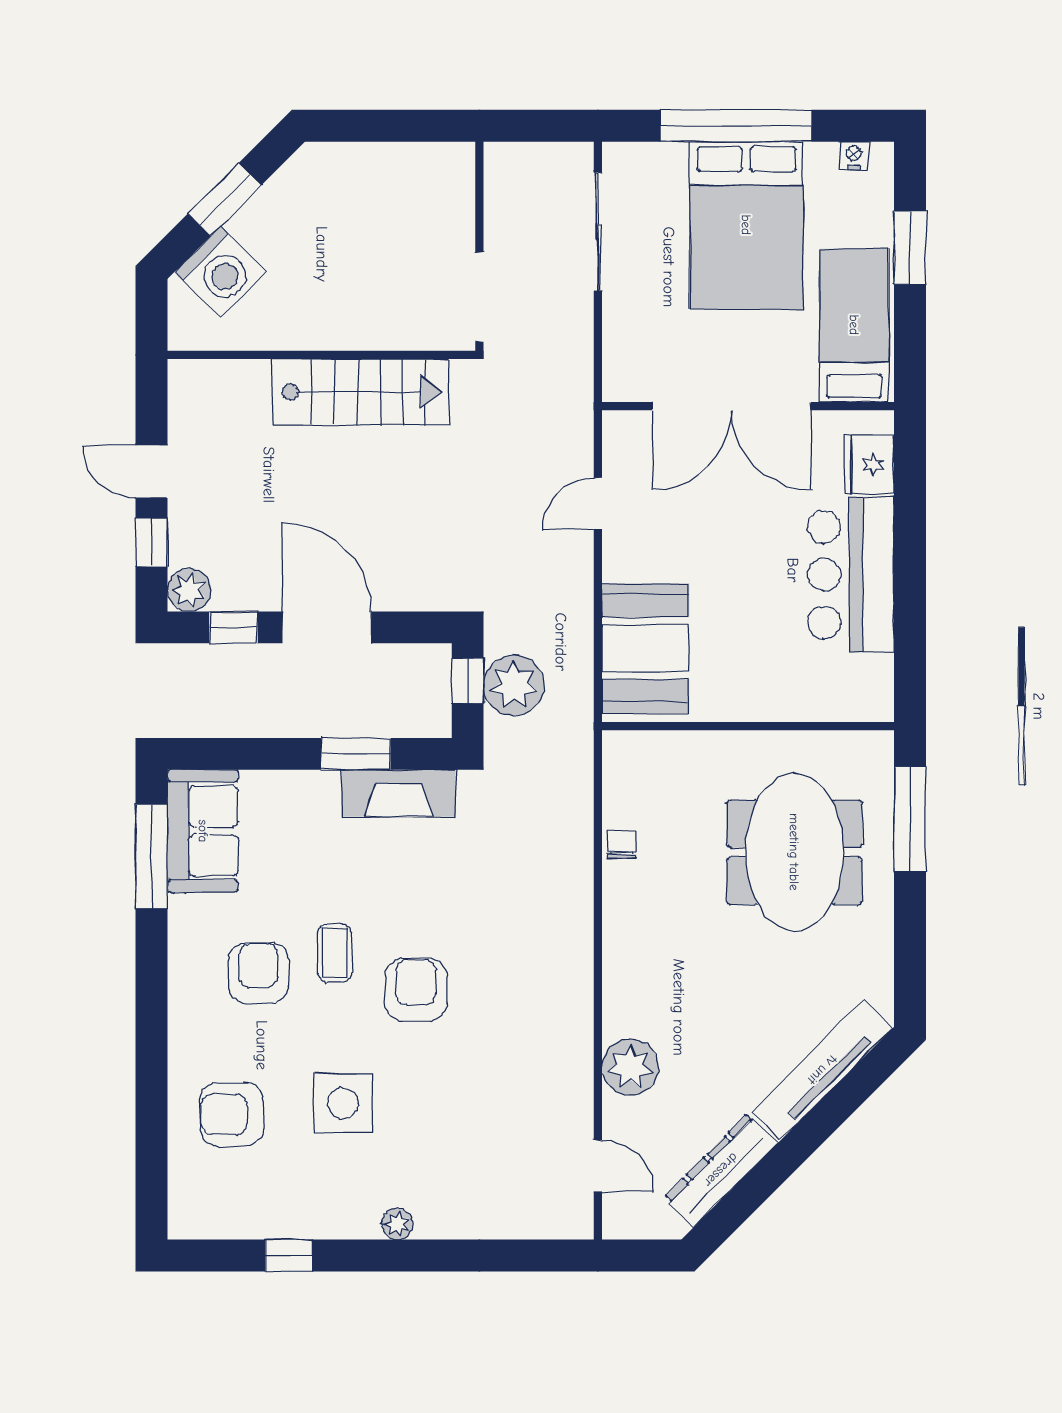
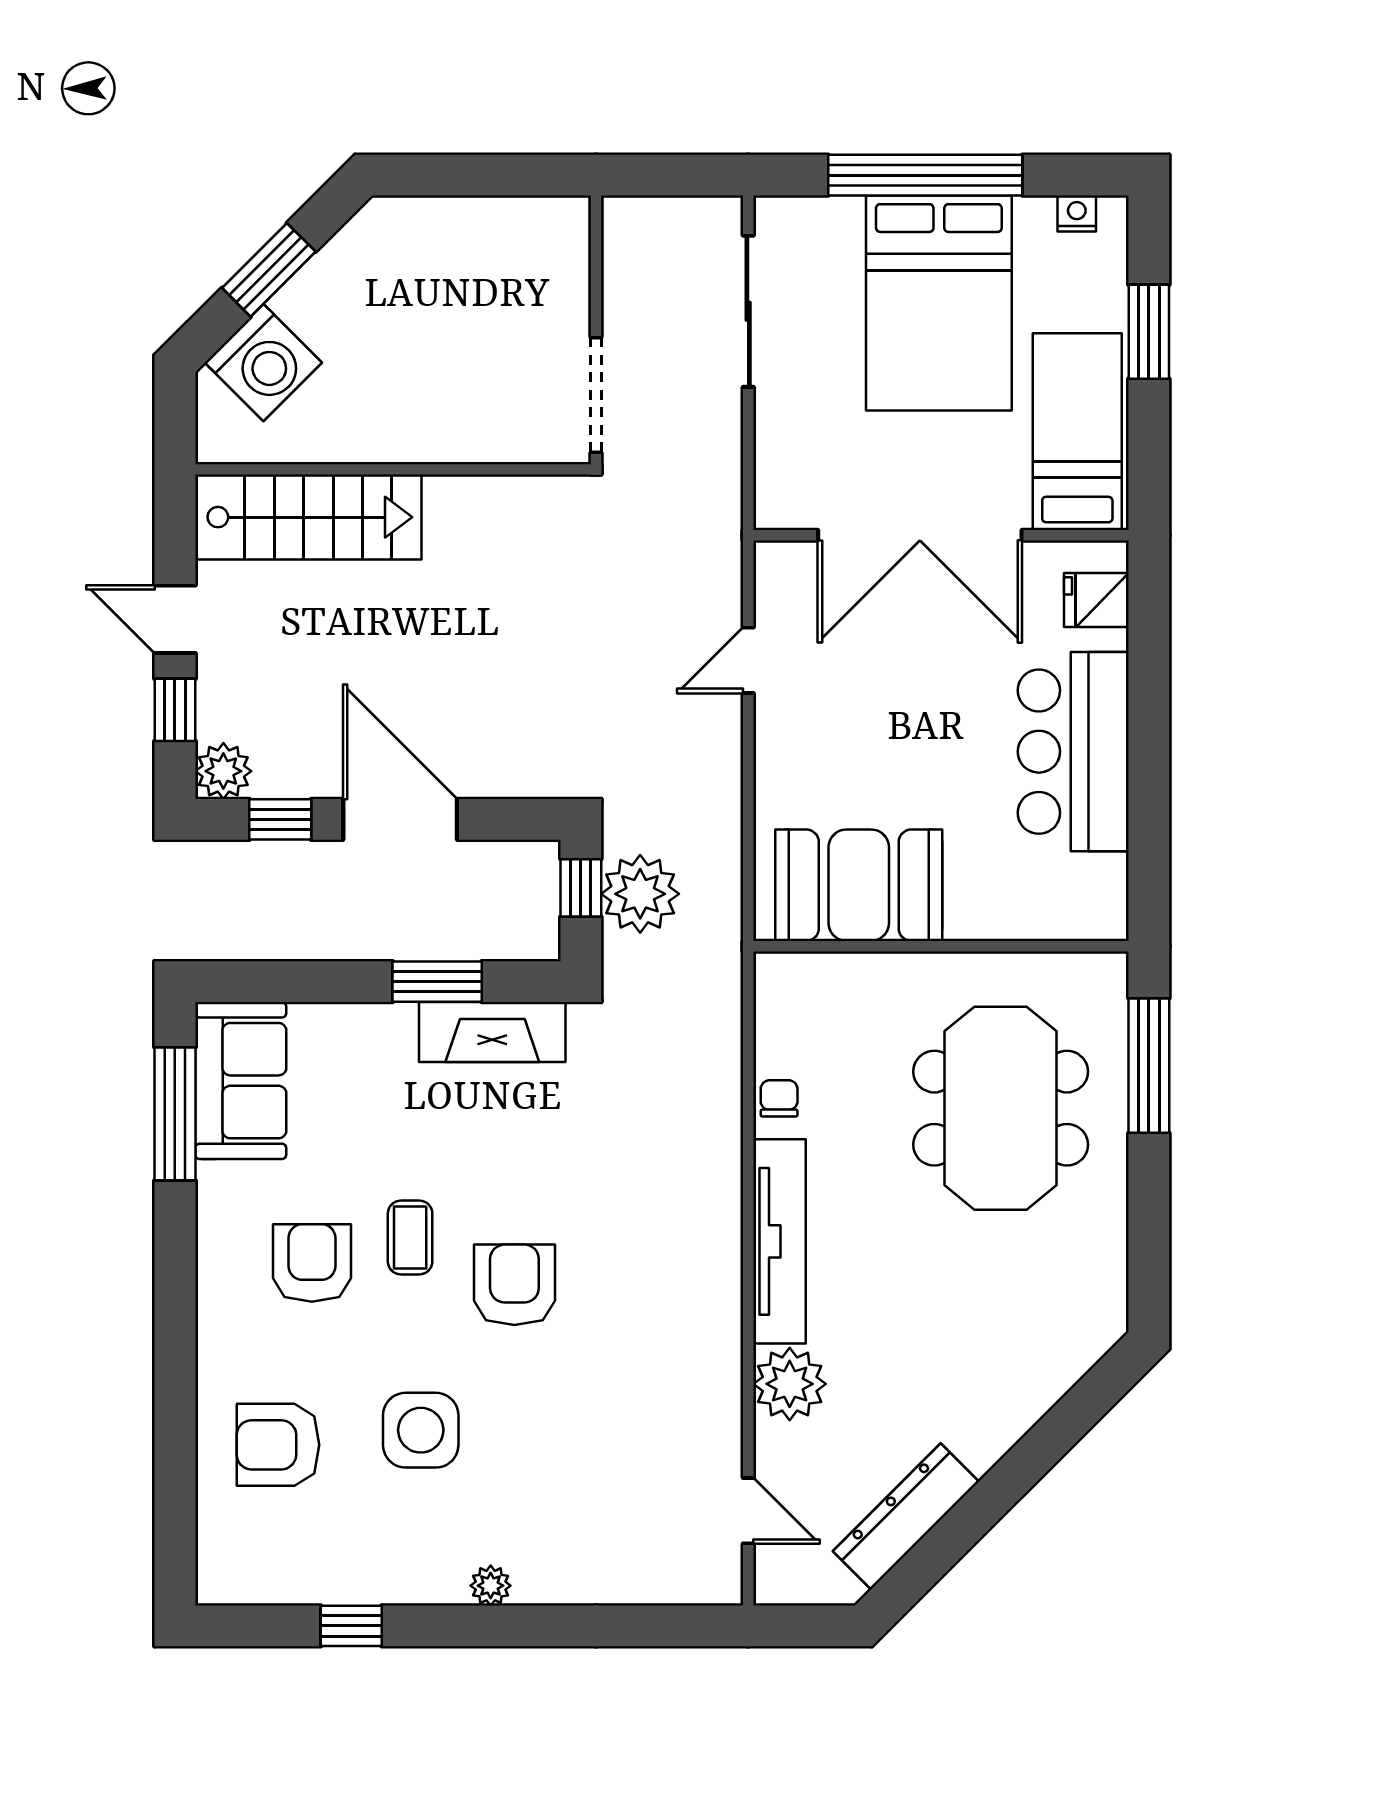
stairs: (361, 392) -> (308, 517), moved
fridge: (869, 465) -> (1096, 600), width x0.72
booth: (645, 648) -> (859, 885), moved, turned 90
tv unit: (822, 1070) -> (779, 1241), moved, turned 135

